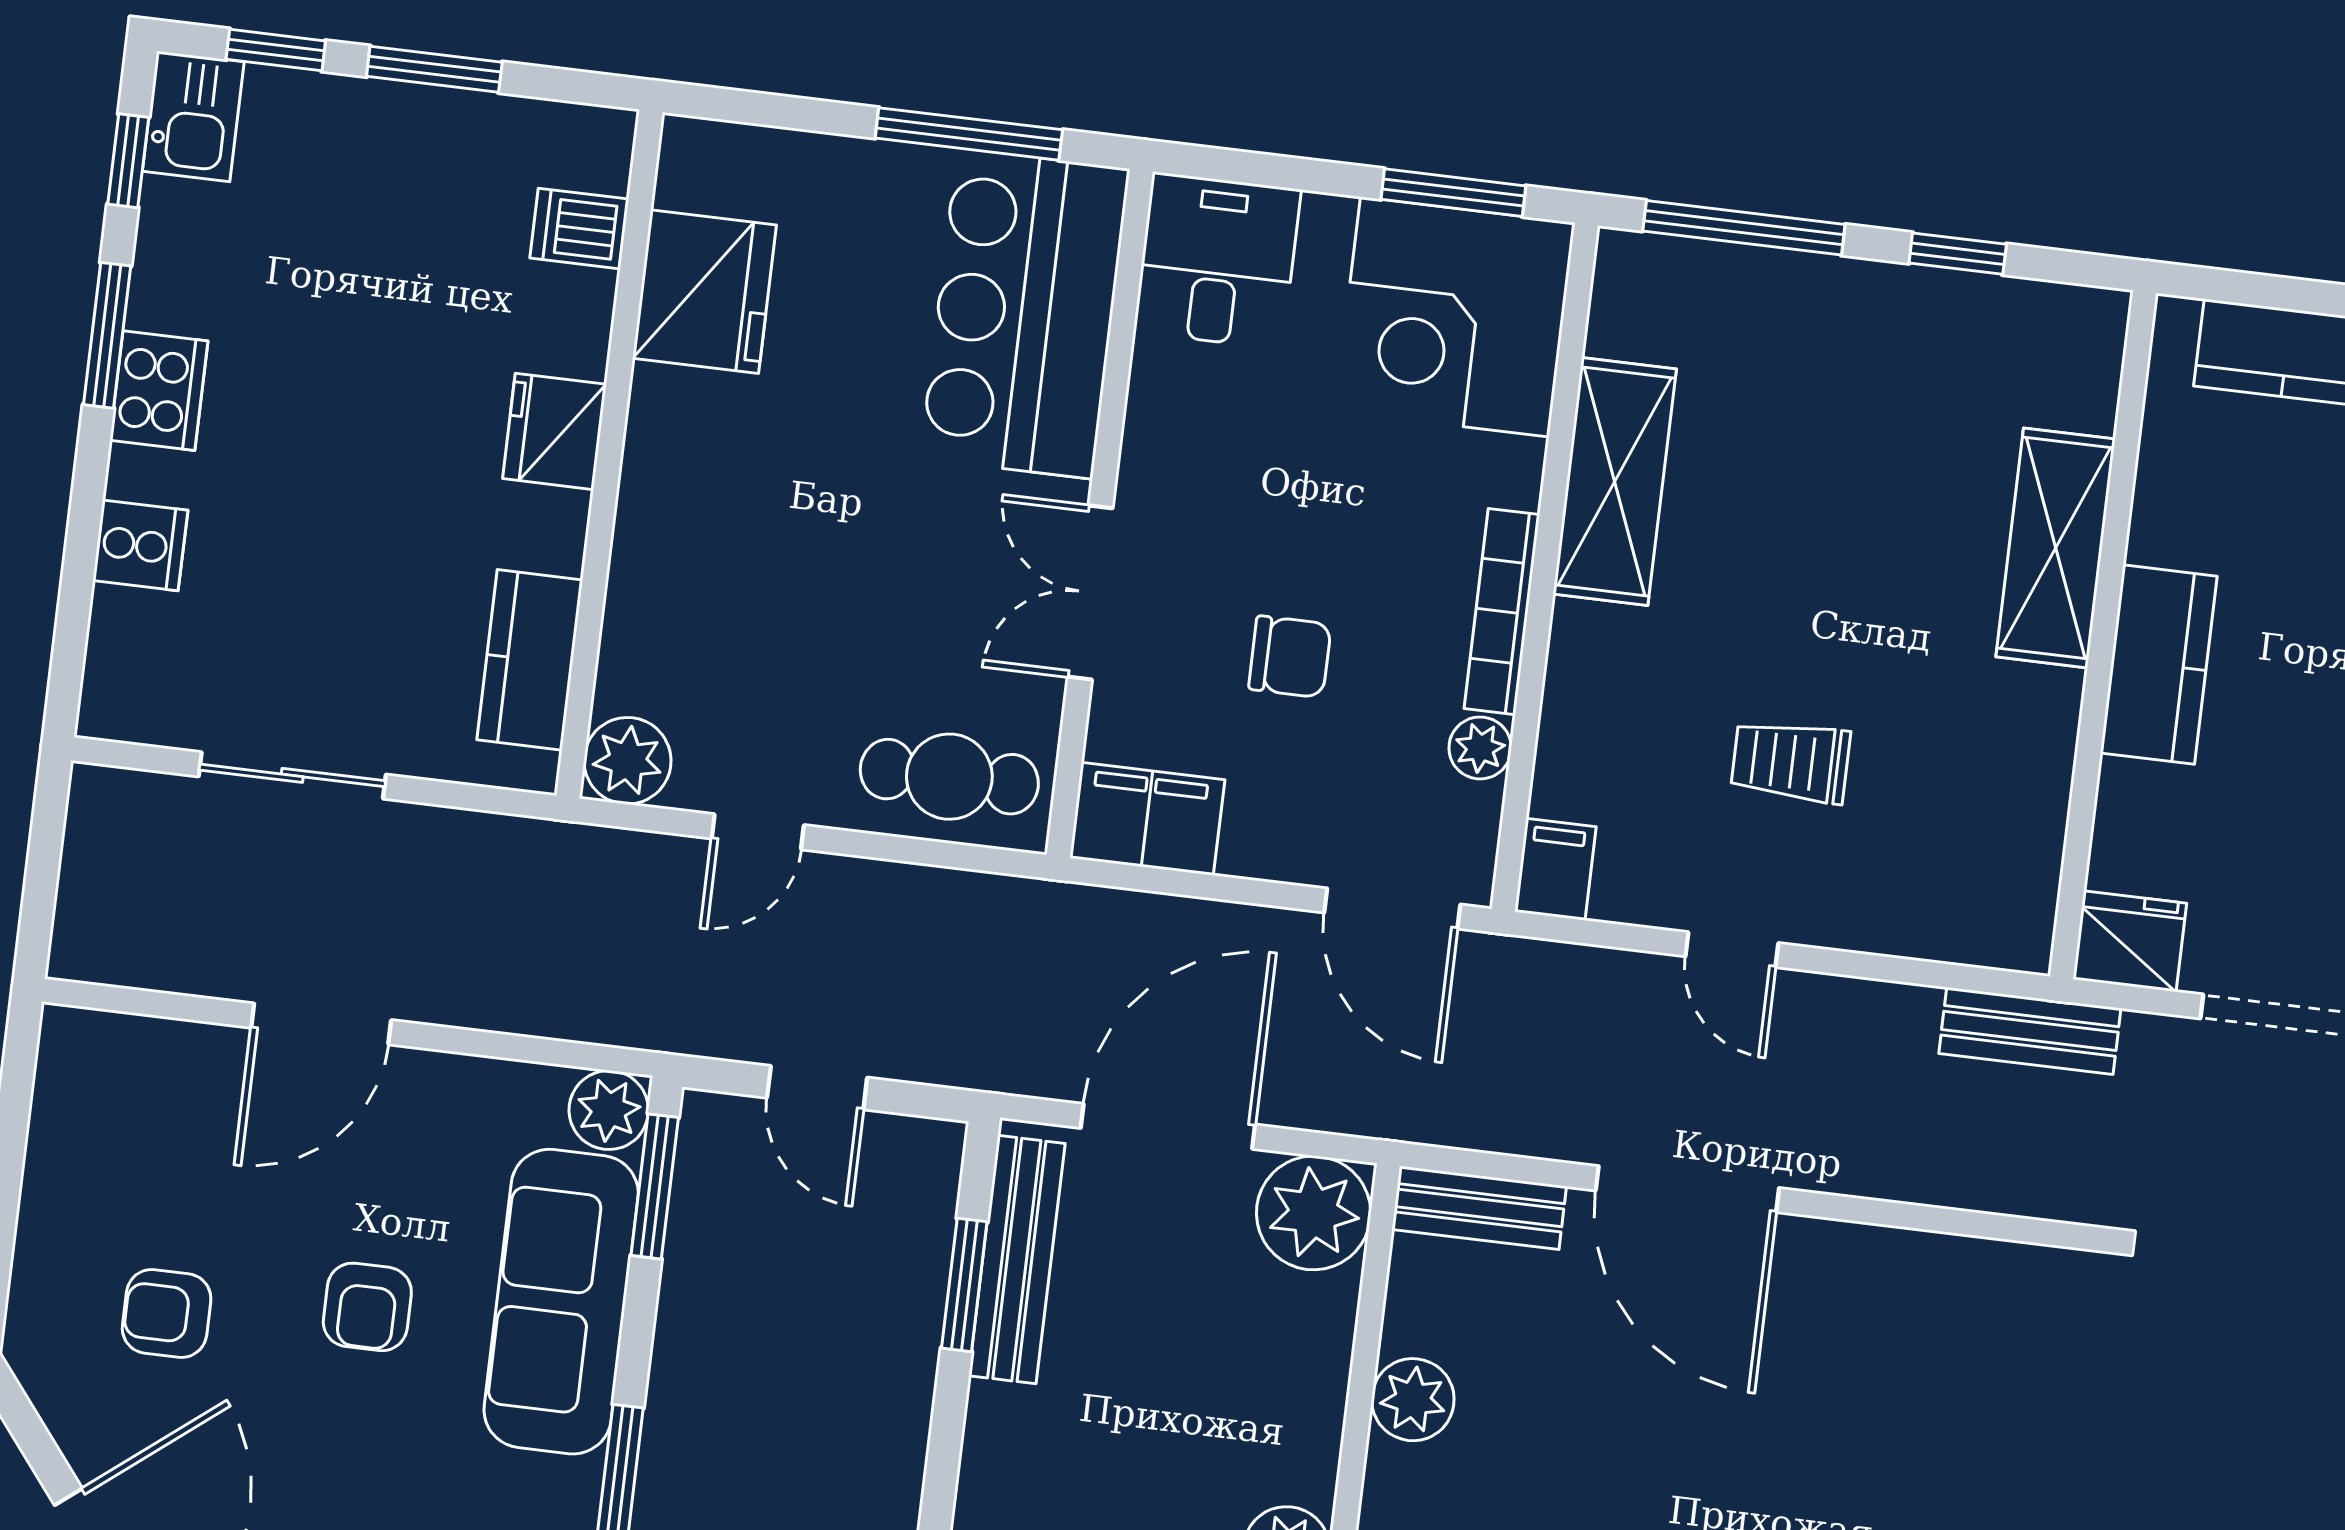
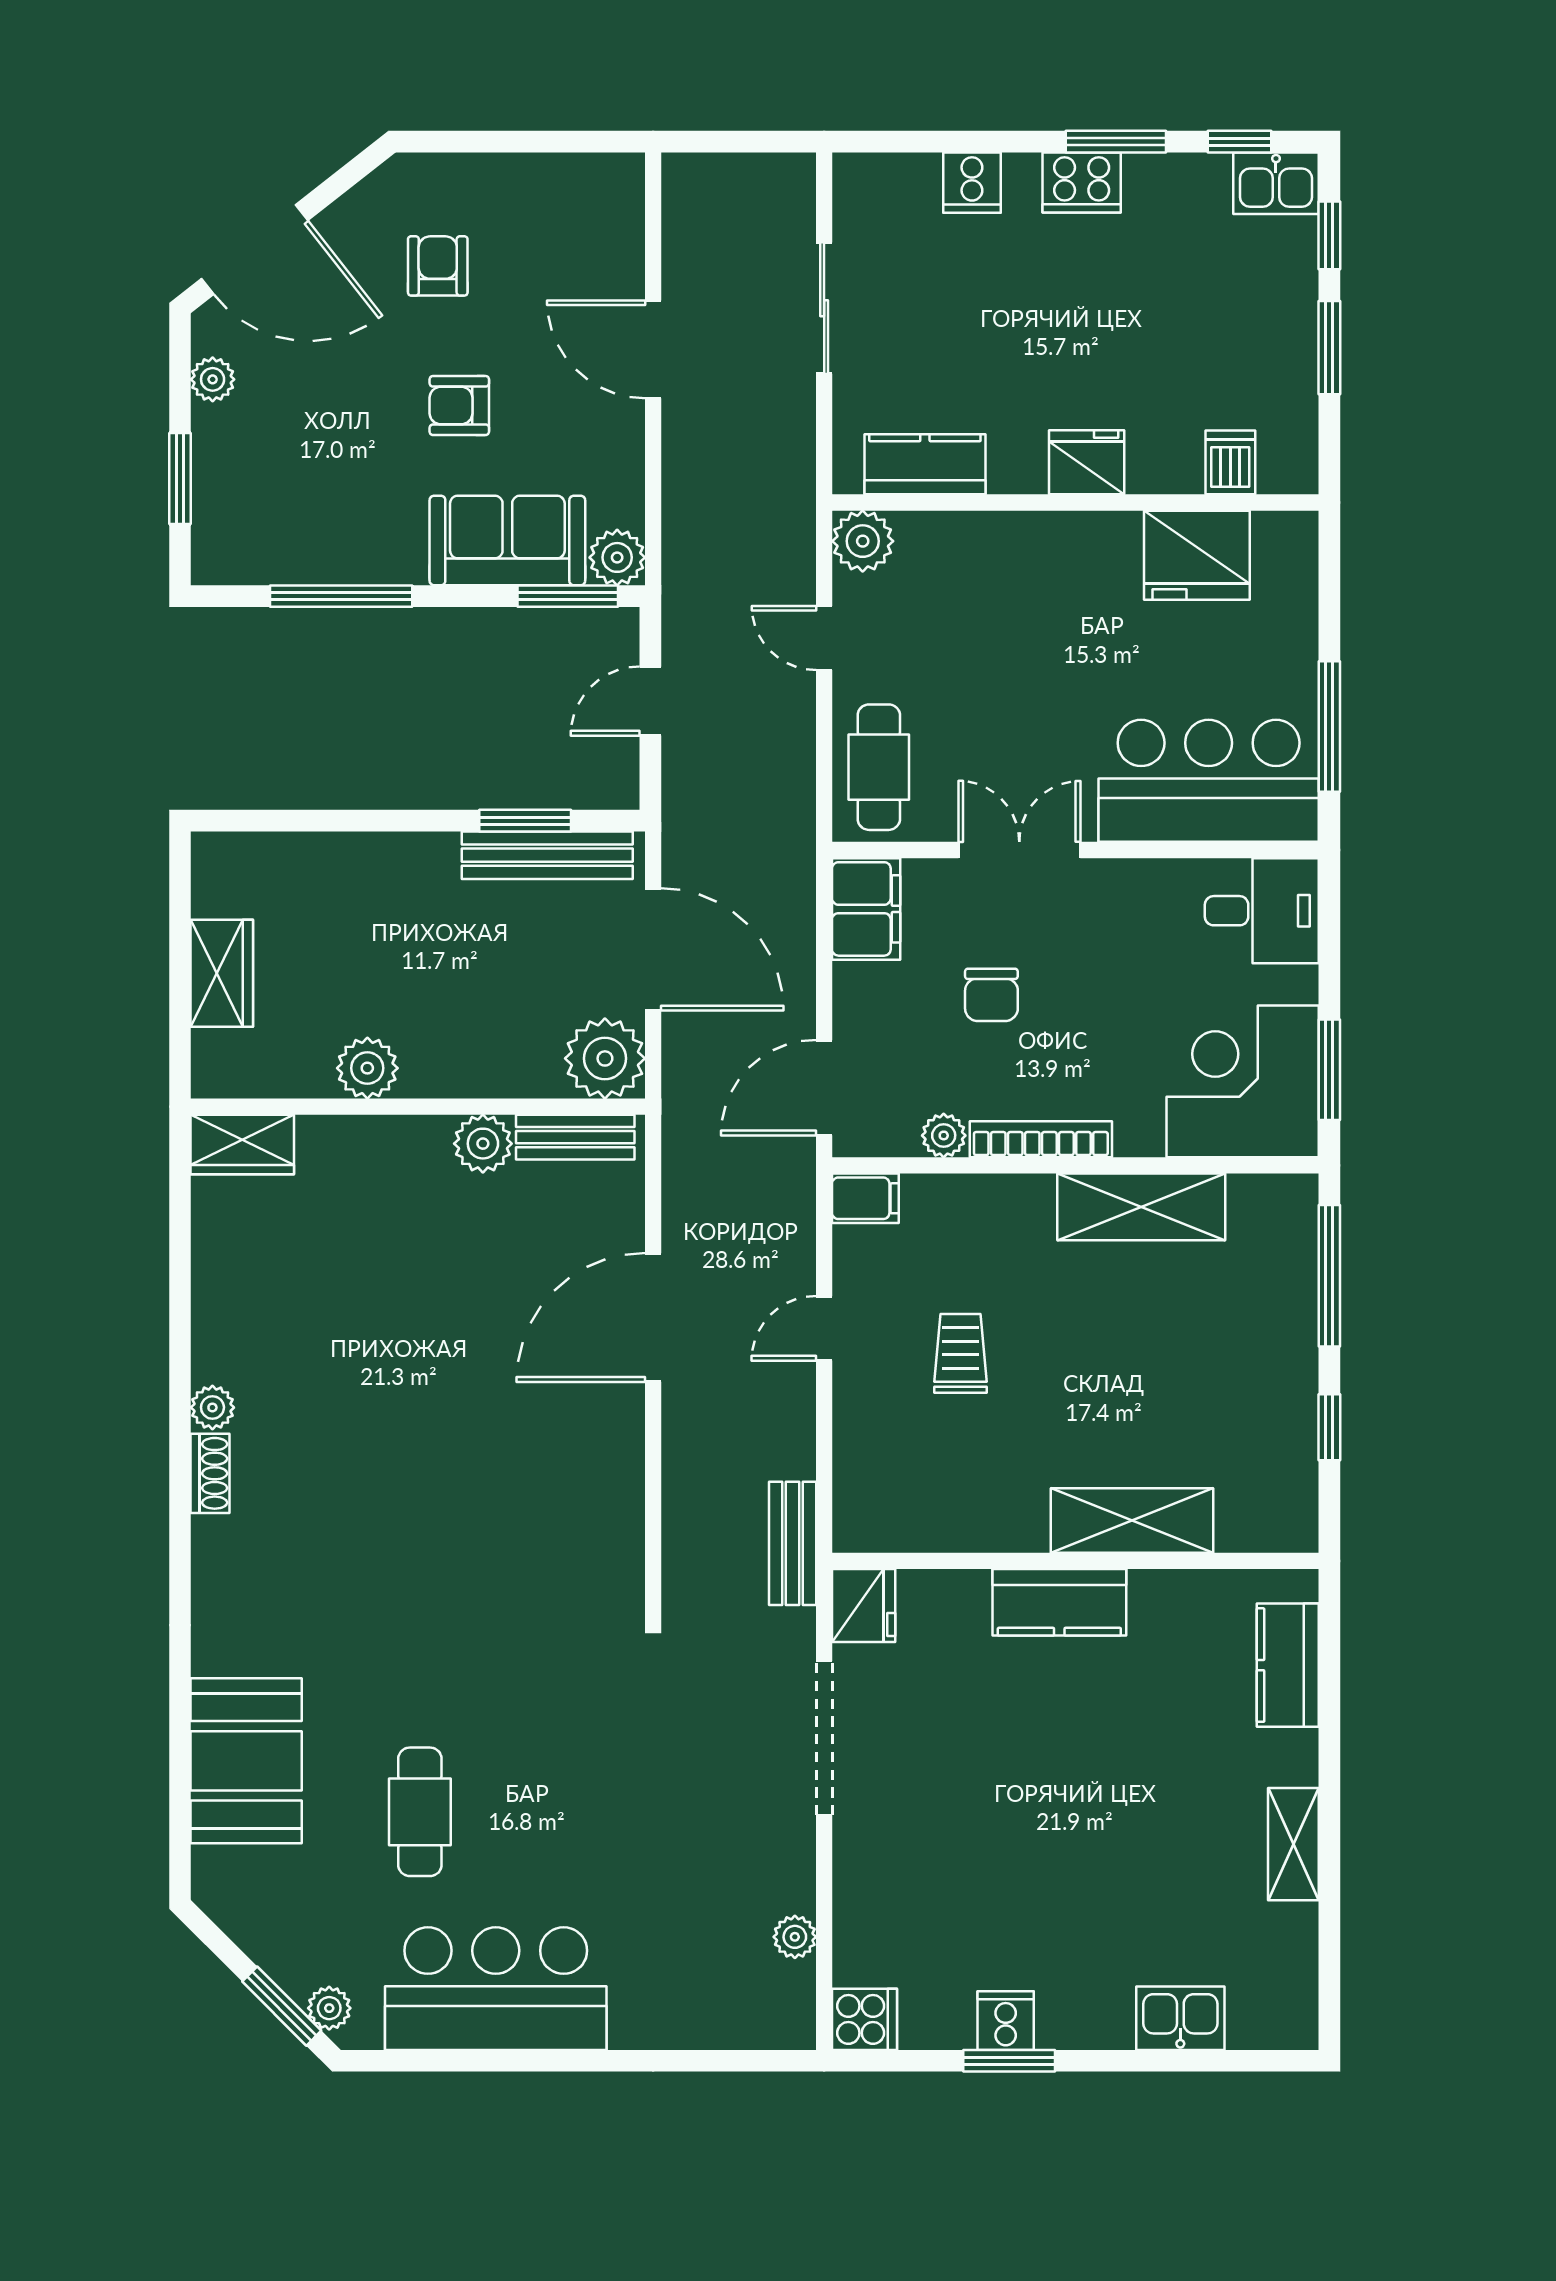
bench: (1479, 1208) -> (575, 1137), moved, turned 90
sofa: (561, 1302) -> (507, 540), width x0.73

